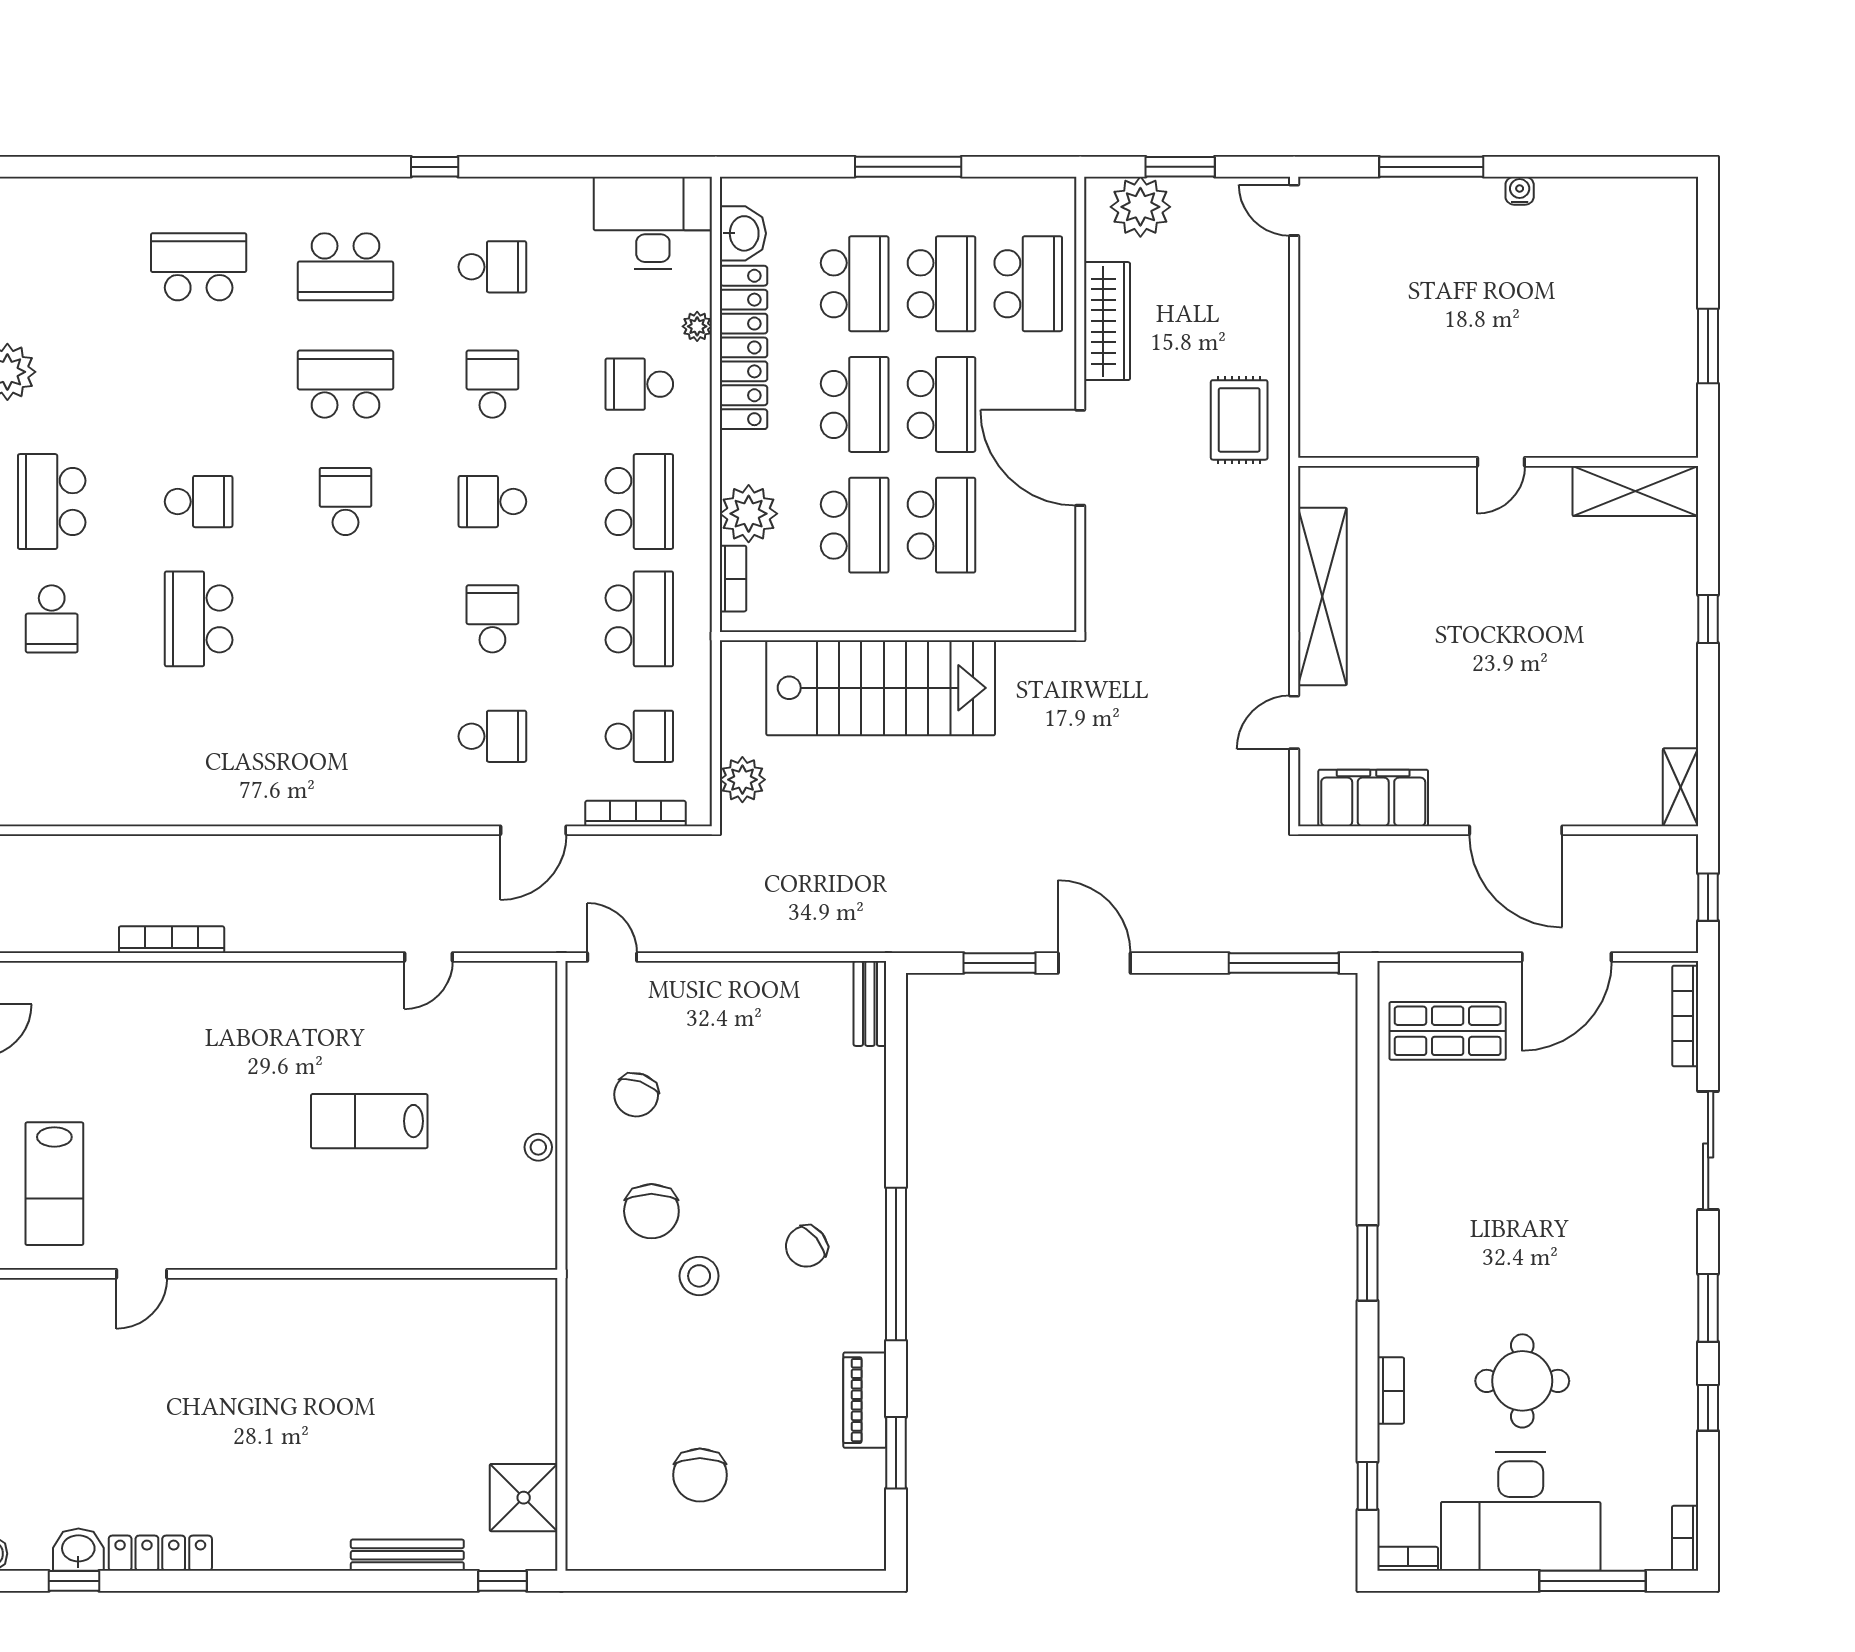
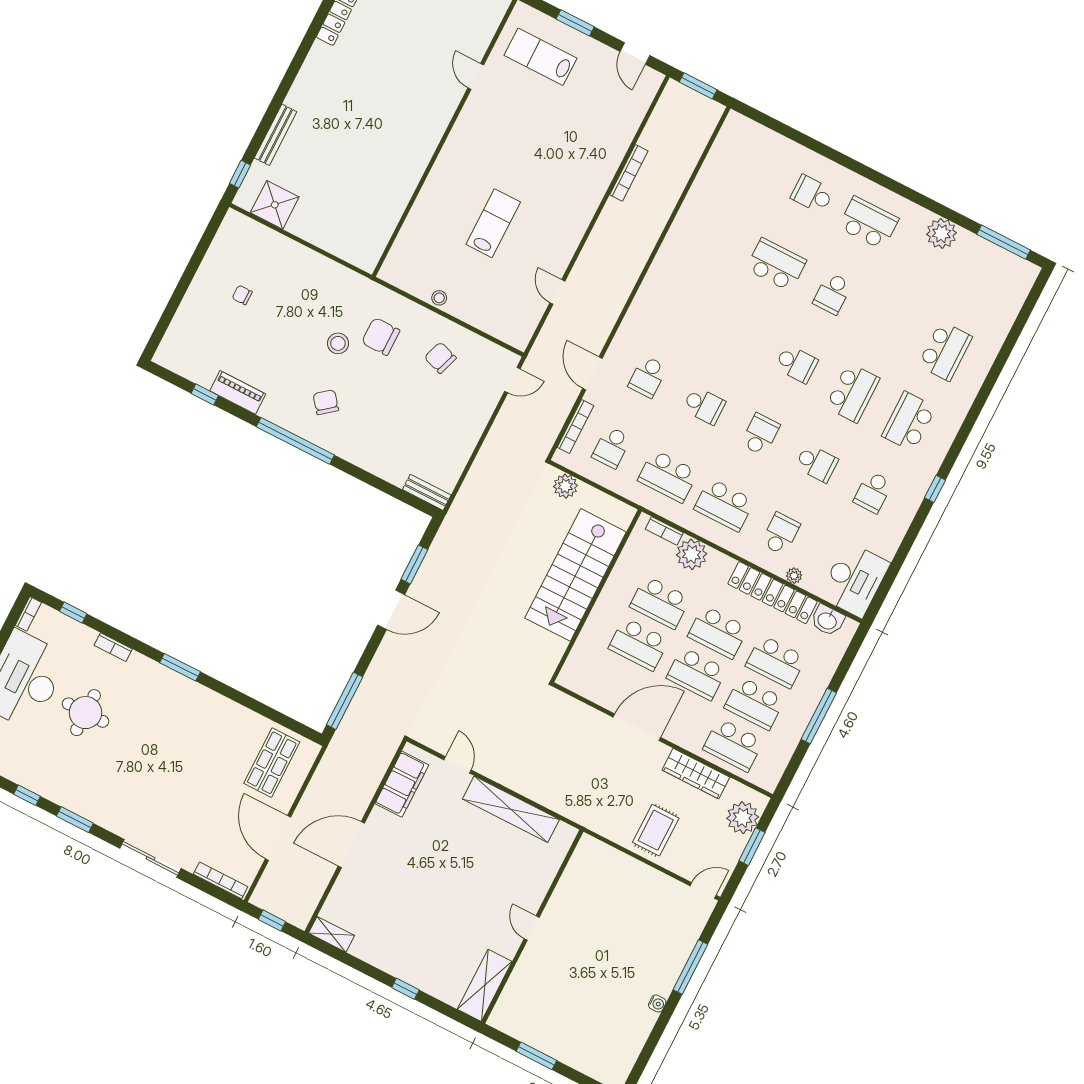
rug: (1239, 420) -> (656, 830), moved, turned 90
window: (896, 1453) -> (205, 395), width x0.67
chair: (700, 1475) -> (242, 295), width x0.54, depth x0.54

